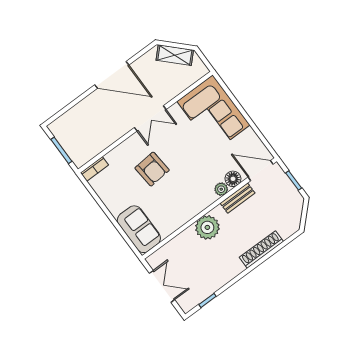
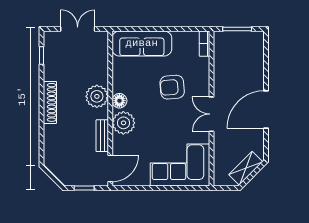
floor lamp: (233, 179) -> (119, 101), moved
plant: (221, 189) -> (123, 123), width x1.87, depth x1.87
sofa: (139, 229) -> (142, 43), width x1.36
shoe rack: (261, 249) -> (50, 102), moved
double door: (162, 286) -> (78, 29), swing flipped

